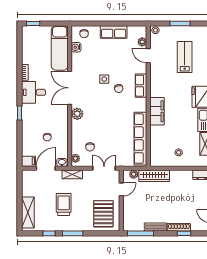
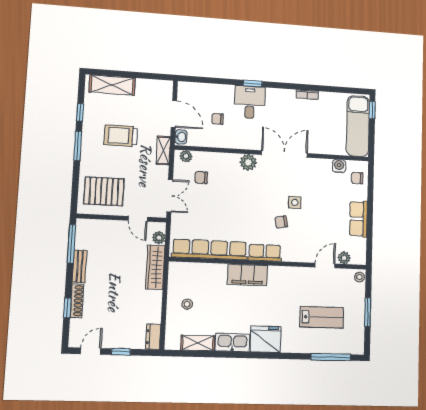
exam couch: (60, 48) -> (358, 126), moved, turned -90
row of seats: (141, 86) -> (265, 253), moved
desk: (34, 92) -> (250, 102), moved
filing cabinet: (29, 161) -> (185, 91), removed
trolley: (64, 204) -> (121, 136), turned 180

